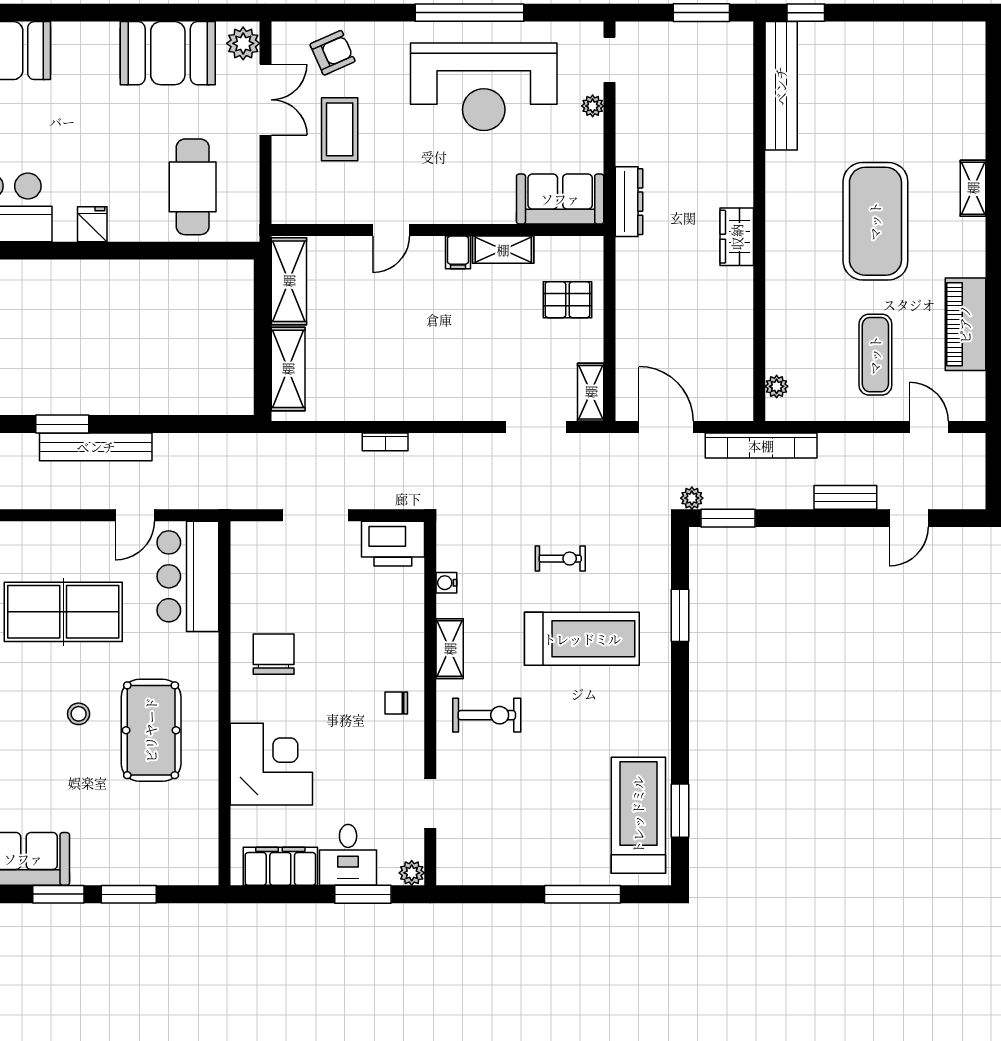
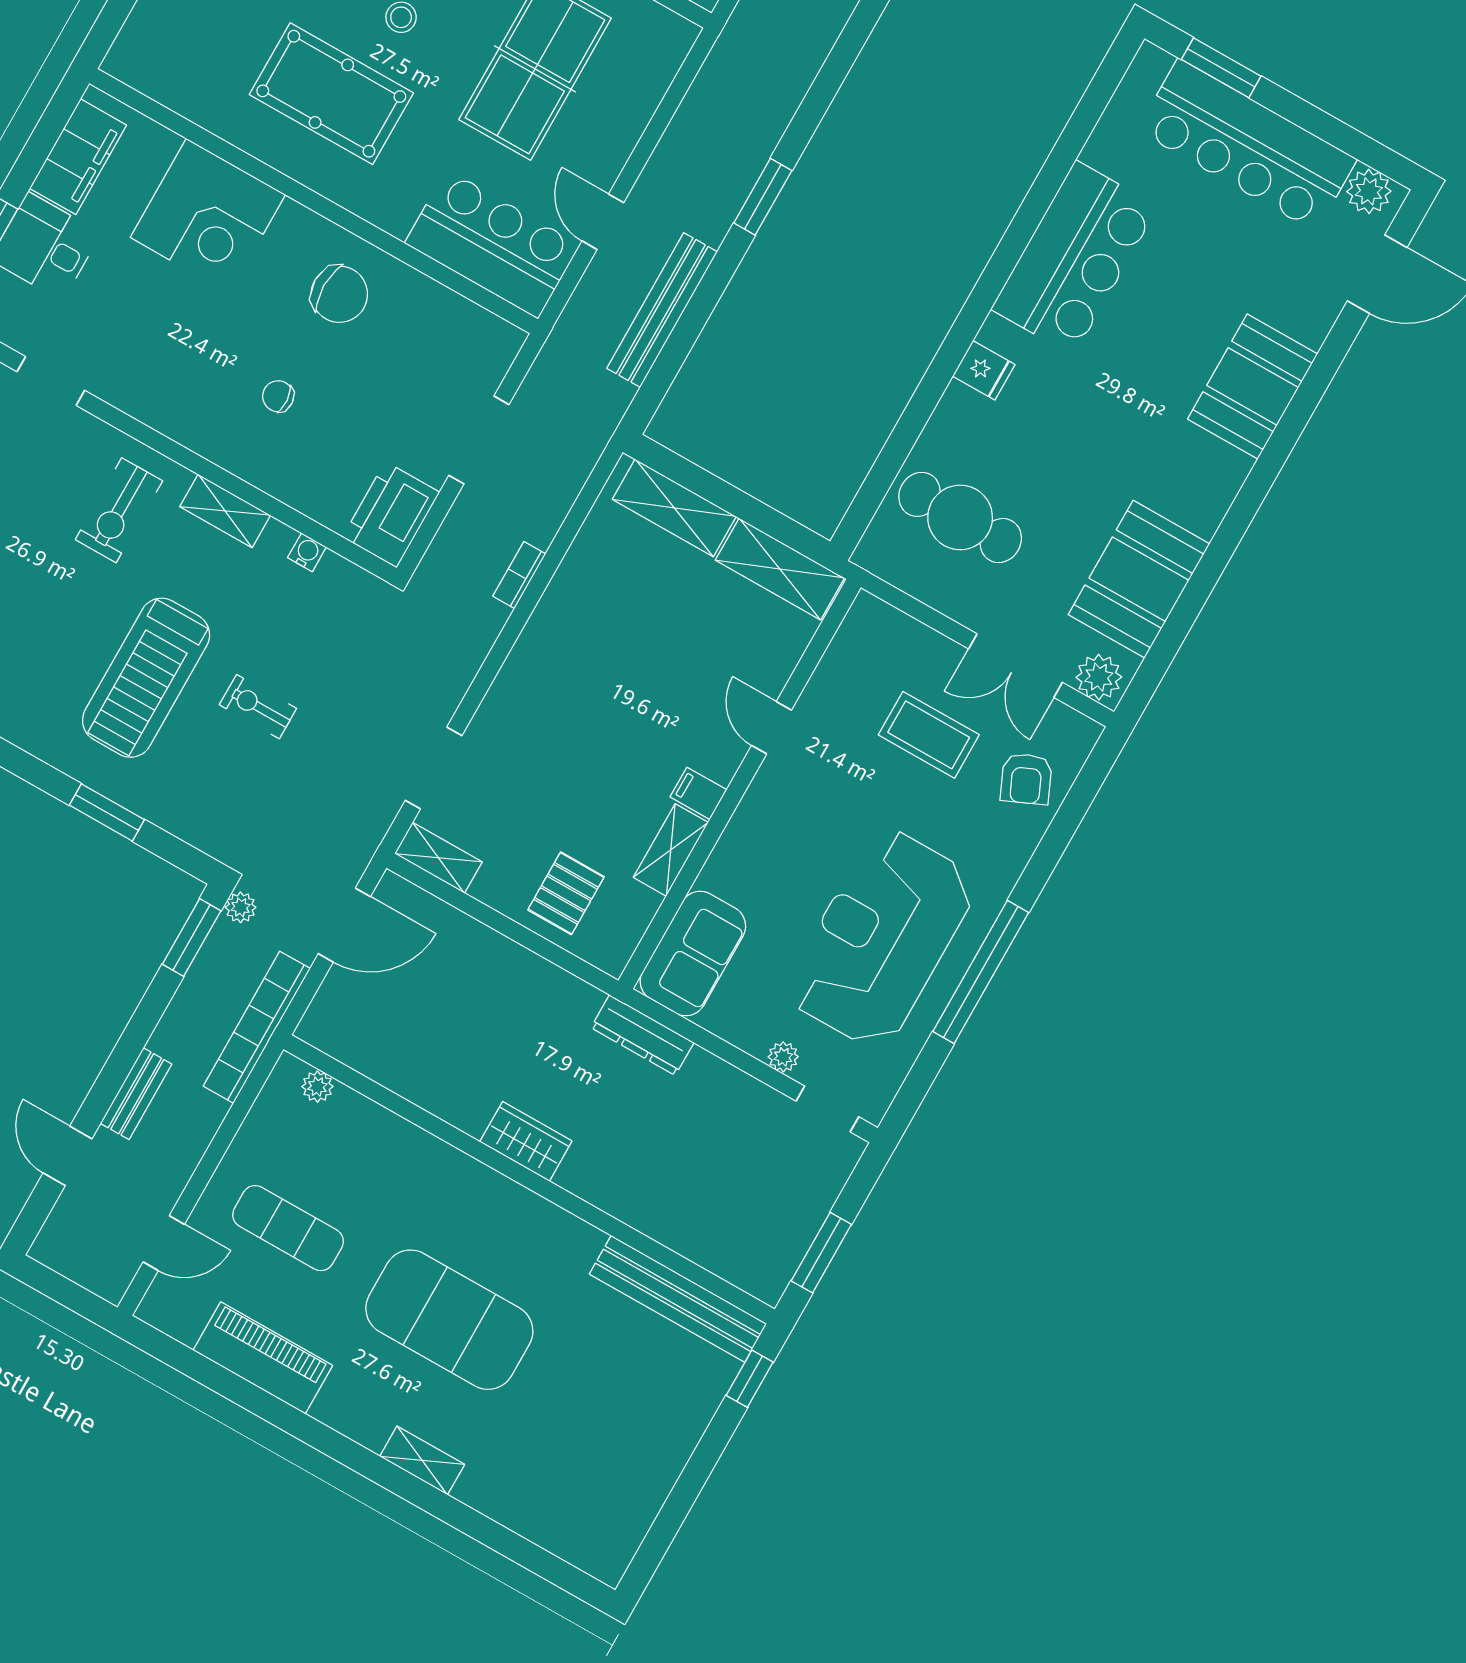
bench: (96, 447) -> (662, 310), moved
exercise bike: (560, 559) -> (258, 707), turned 90
chair: (396, 703) -> (278, 396), moved, turned -94

